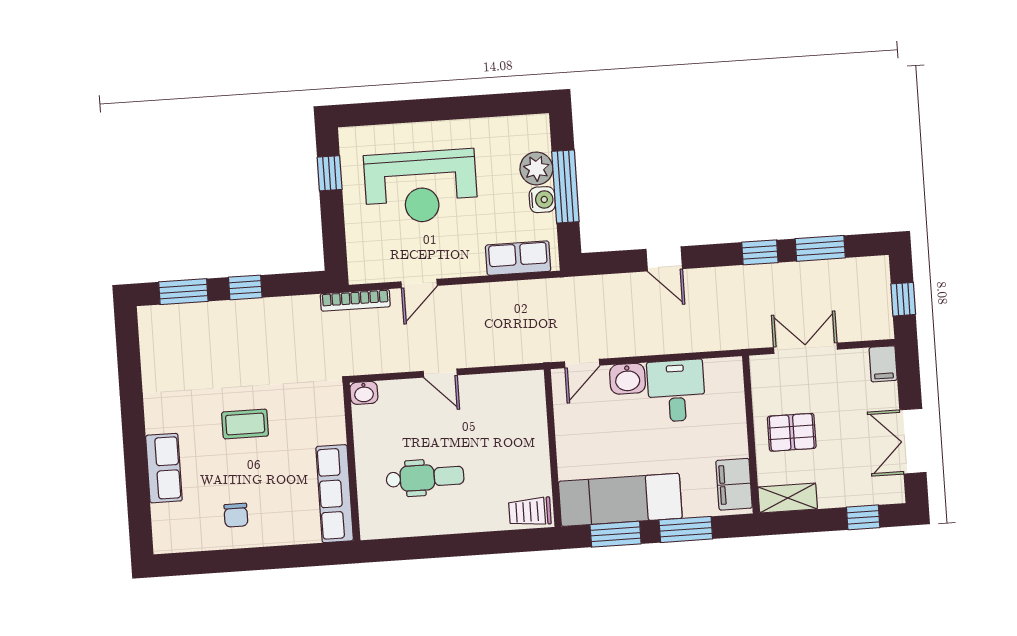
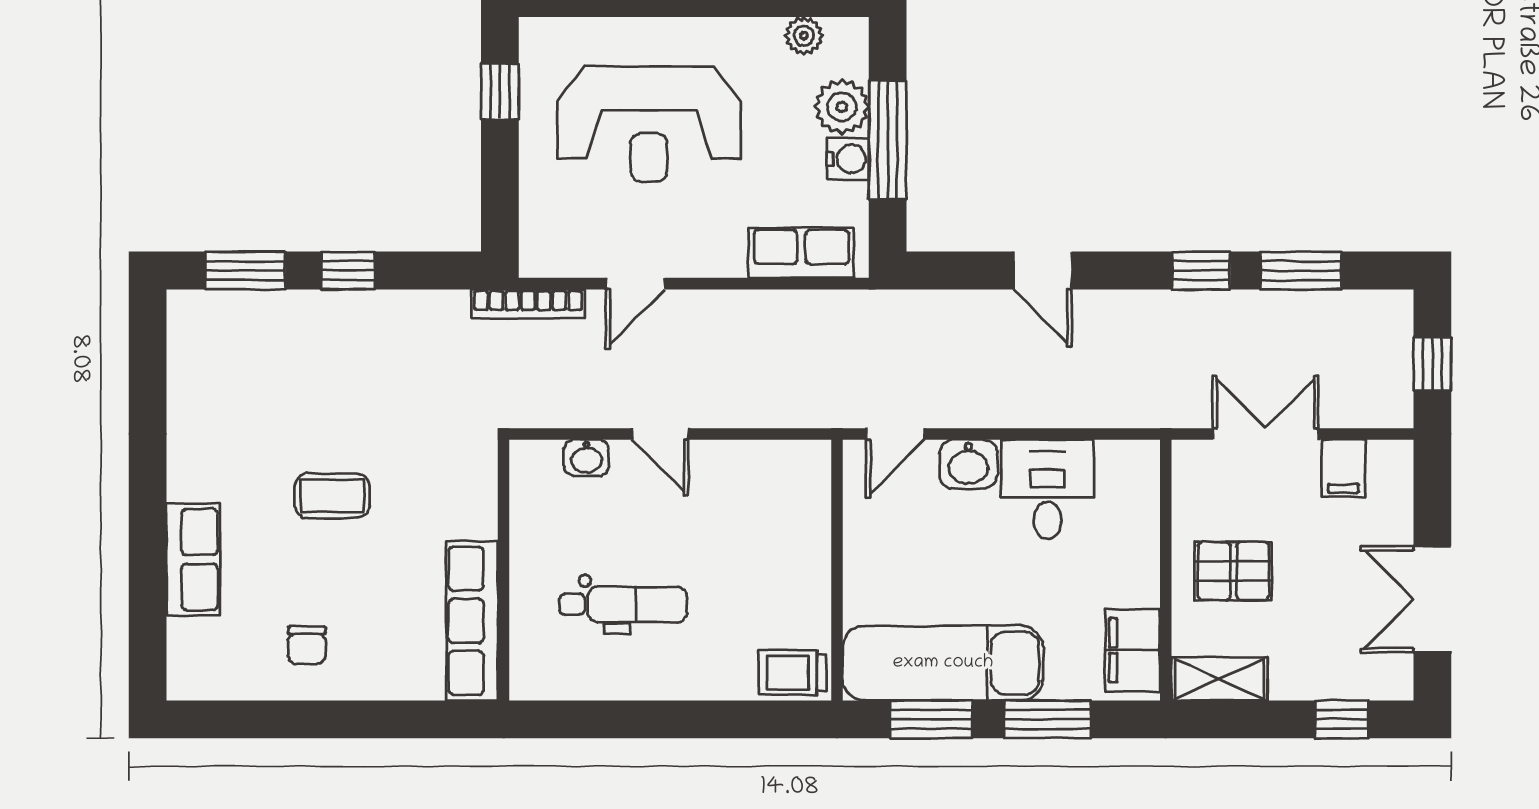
plant: (511, 127) -> (804, 36), added
filing cabinet: (883, 364) -> (1343, 468), moved
washbasin: (364, 393) -> (586, 458), moved

